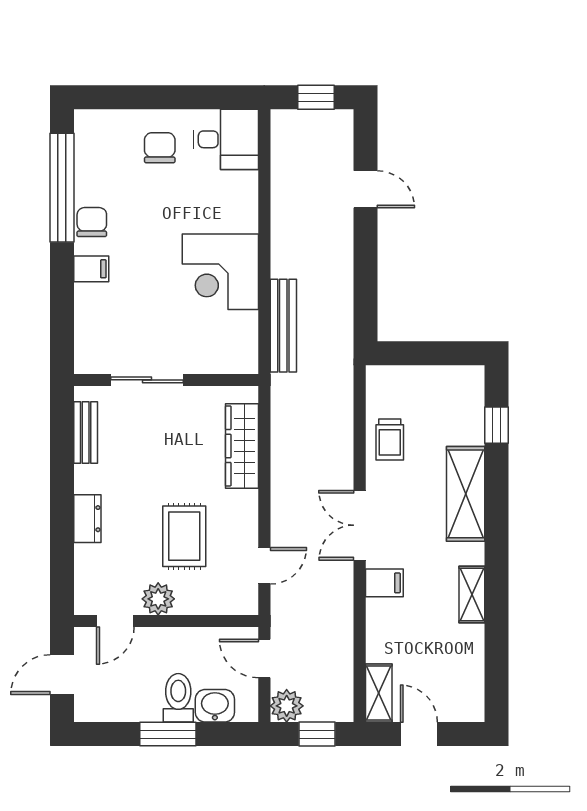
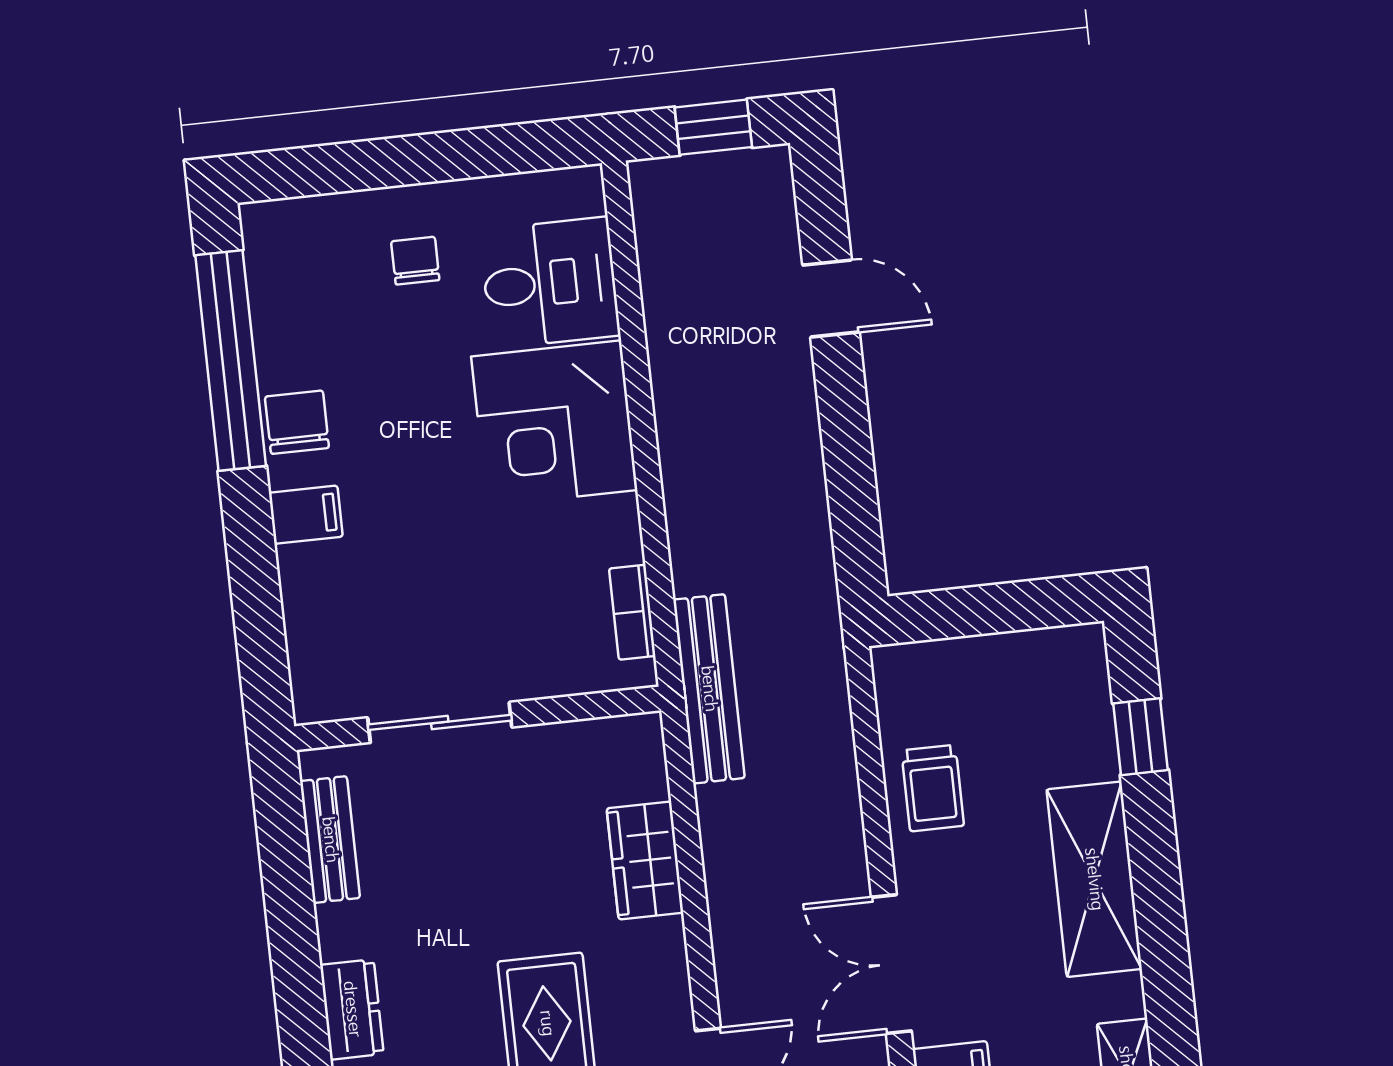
desk: (226, 139) -> (550, 283), moved
chair: (160, 148) -> (415, 261), width x0.73, depth x0.73
corner desk: (220, 272) -> (554, 423), moved
bench: (283, 326) -> (709, 689), moved
bookcase: (249, 335) -> (632, 612), added
wardrobe: (242, 446) -> (645, 860), width x0.67

